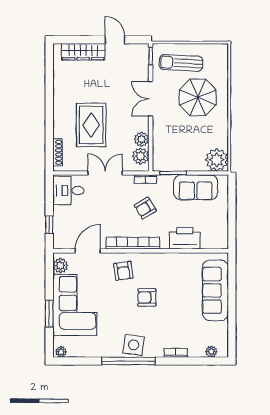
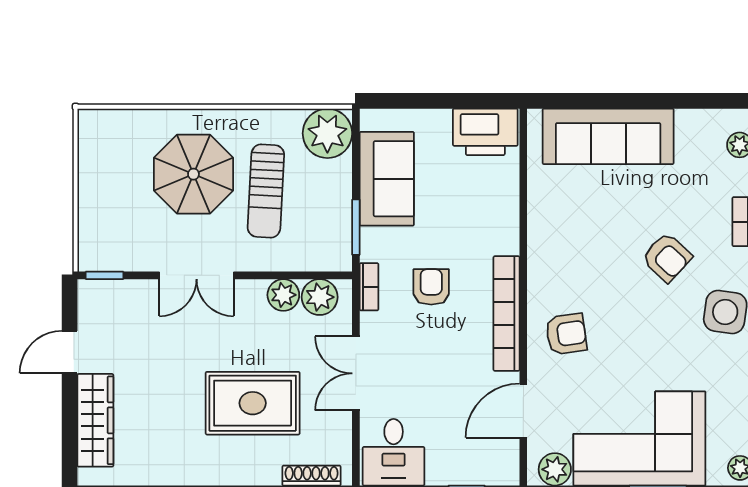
sun lounger: (181, 63) -> (266, 191), moved
armchair: (145, 208) -> (431, 287), turned -149
printer: (185, 238) -> (485, 132), moved, turned -90
door: (88, 251) -> (523, 411), hinge flipped
armchair: (147, 297) -> (667, 257), moved, turned -47

